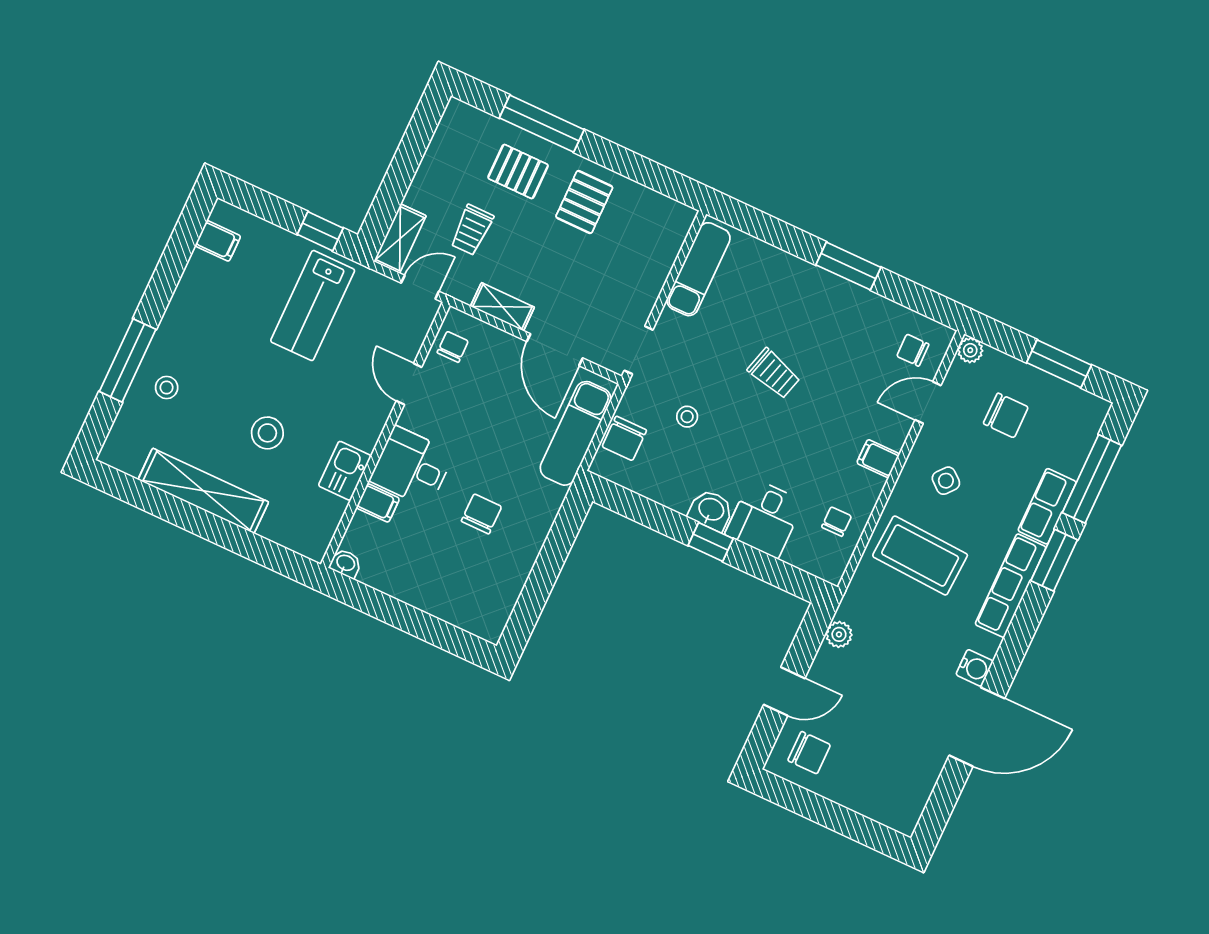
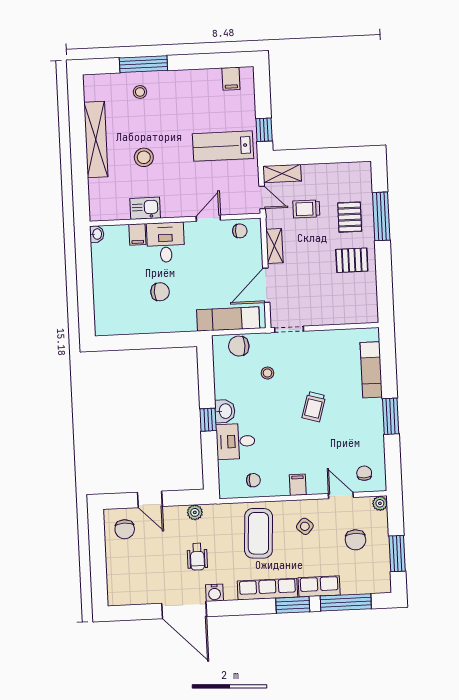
exam couch: (698, 269) -> (371, 370), moved, turned 90
wheelchair: (907, 665) -> (197, 557), added

